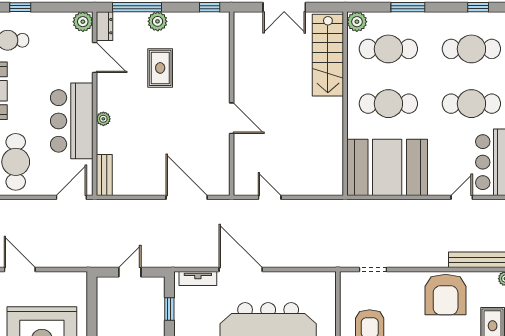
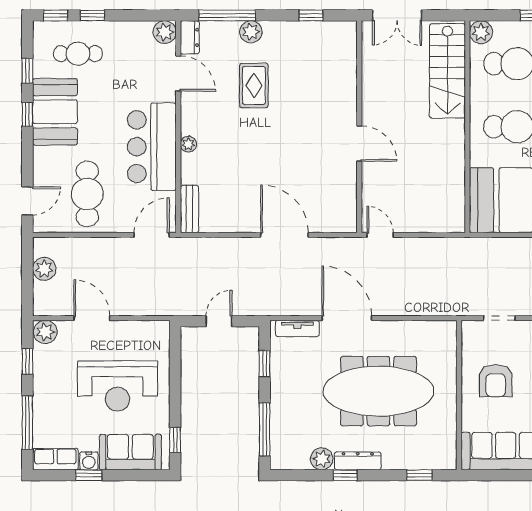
wall: (232, 104) -> (359, 127), moved
door: (232, 118) -> (359, 144), moved

